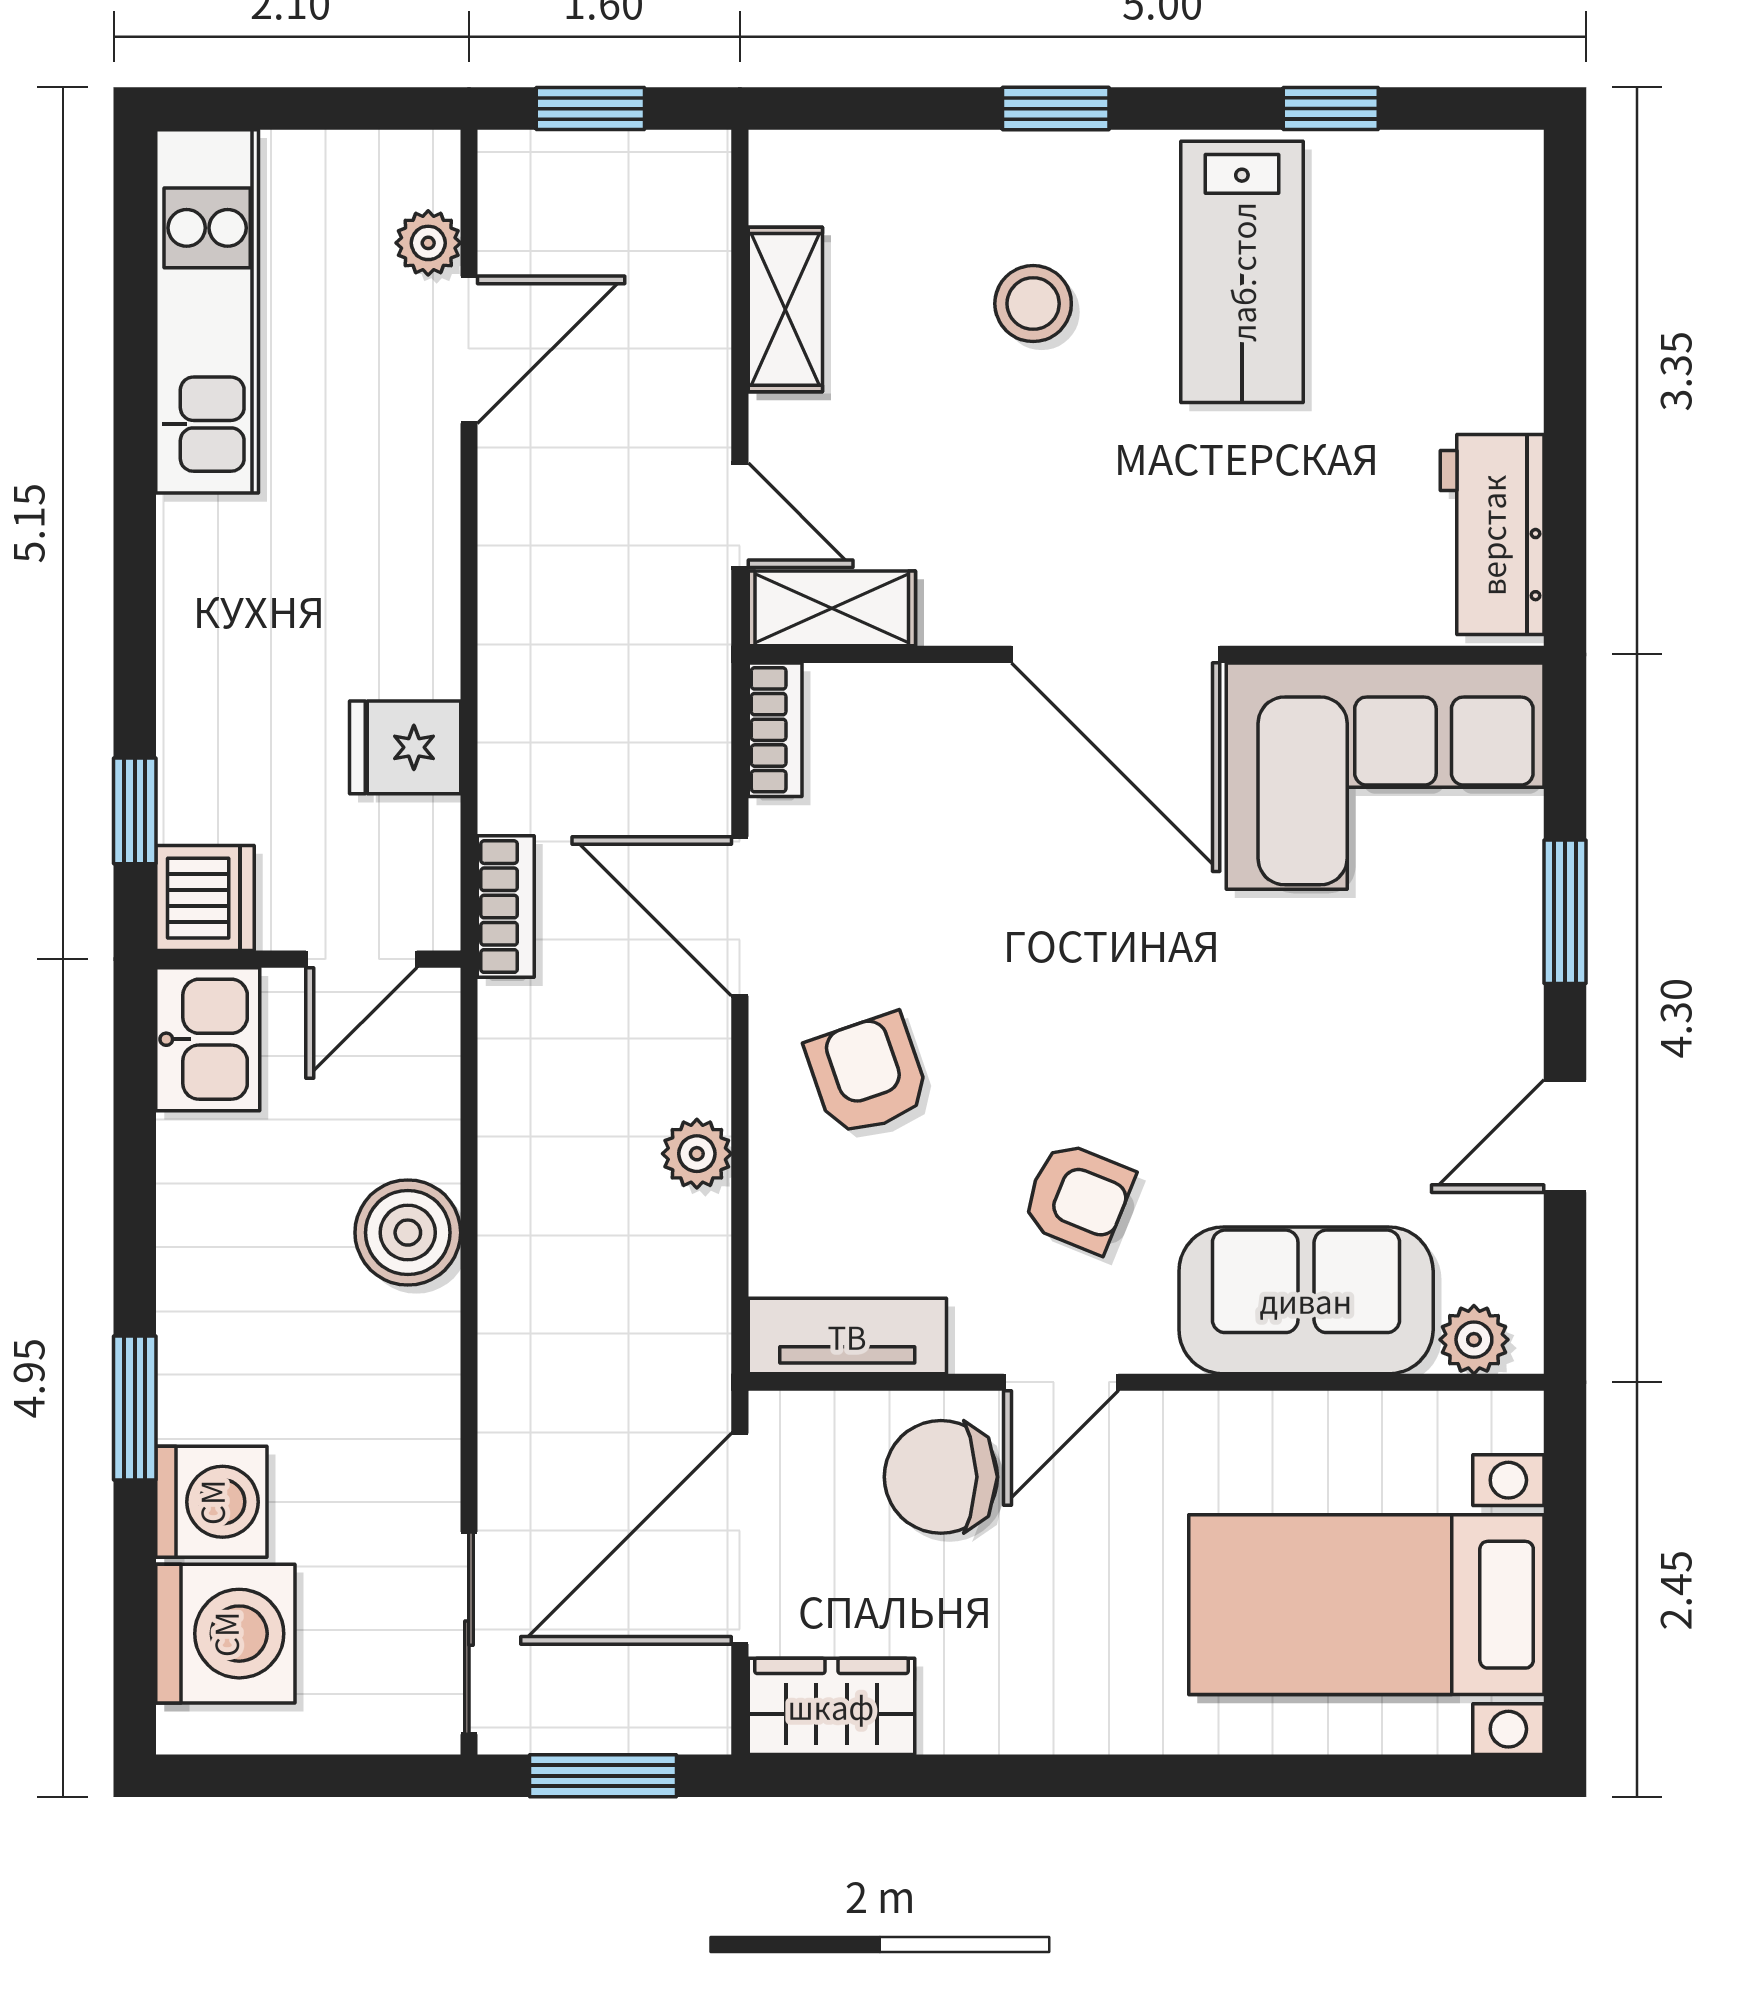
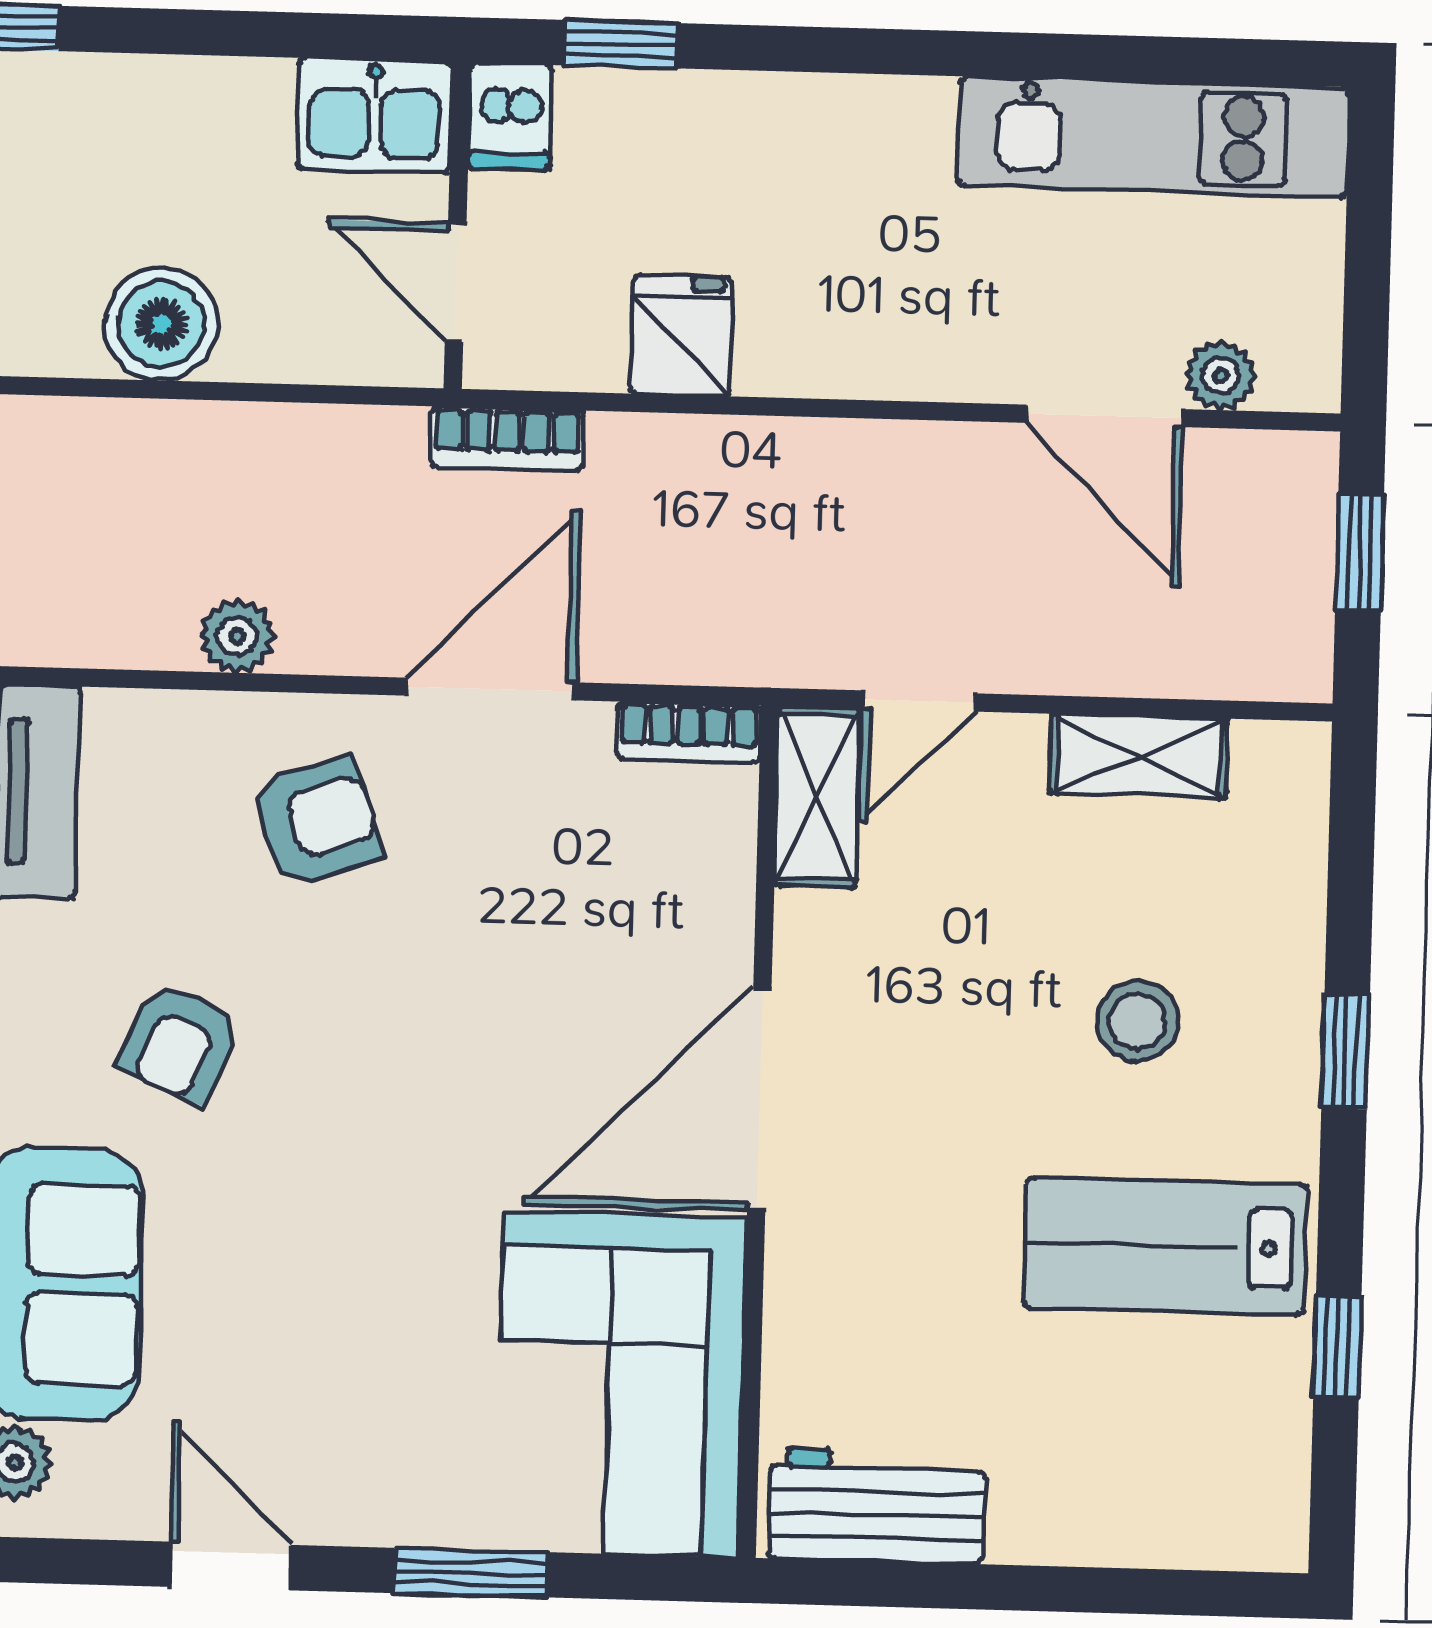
dishwasher: (205, 898) -> (510, 116), width x0.73

